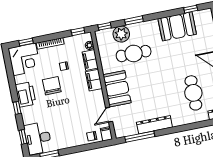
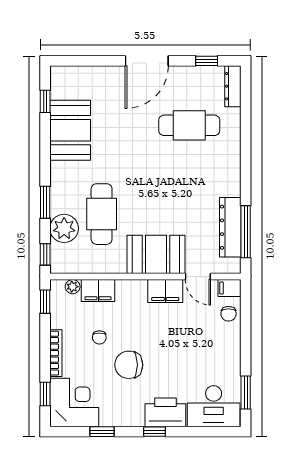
filing cabinet: (94, 80) -> (165, 291), moved
printer: (26, 94) -> (165, 412), moved
dresser: (154, 125) -> (230, 227), moved
window: (23, 137) -> (102, 432), moved

